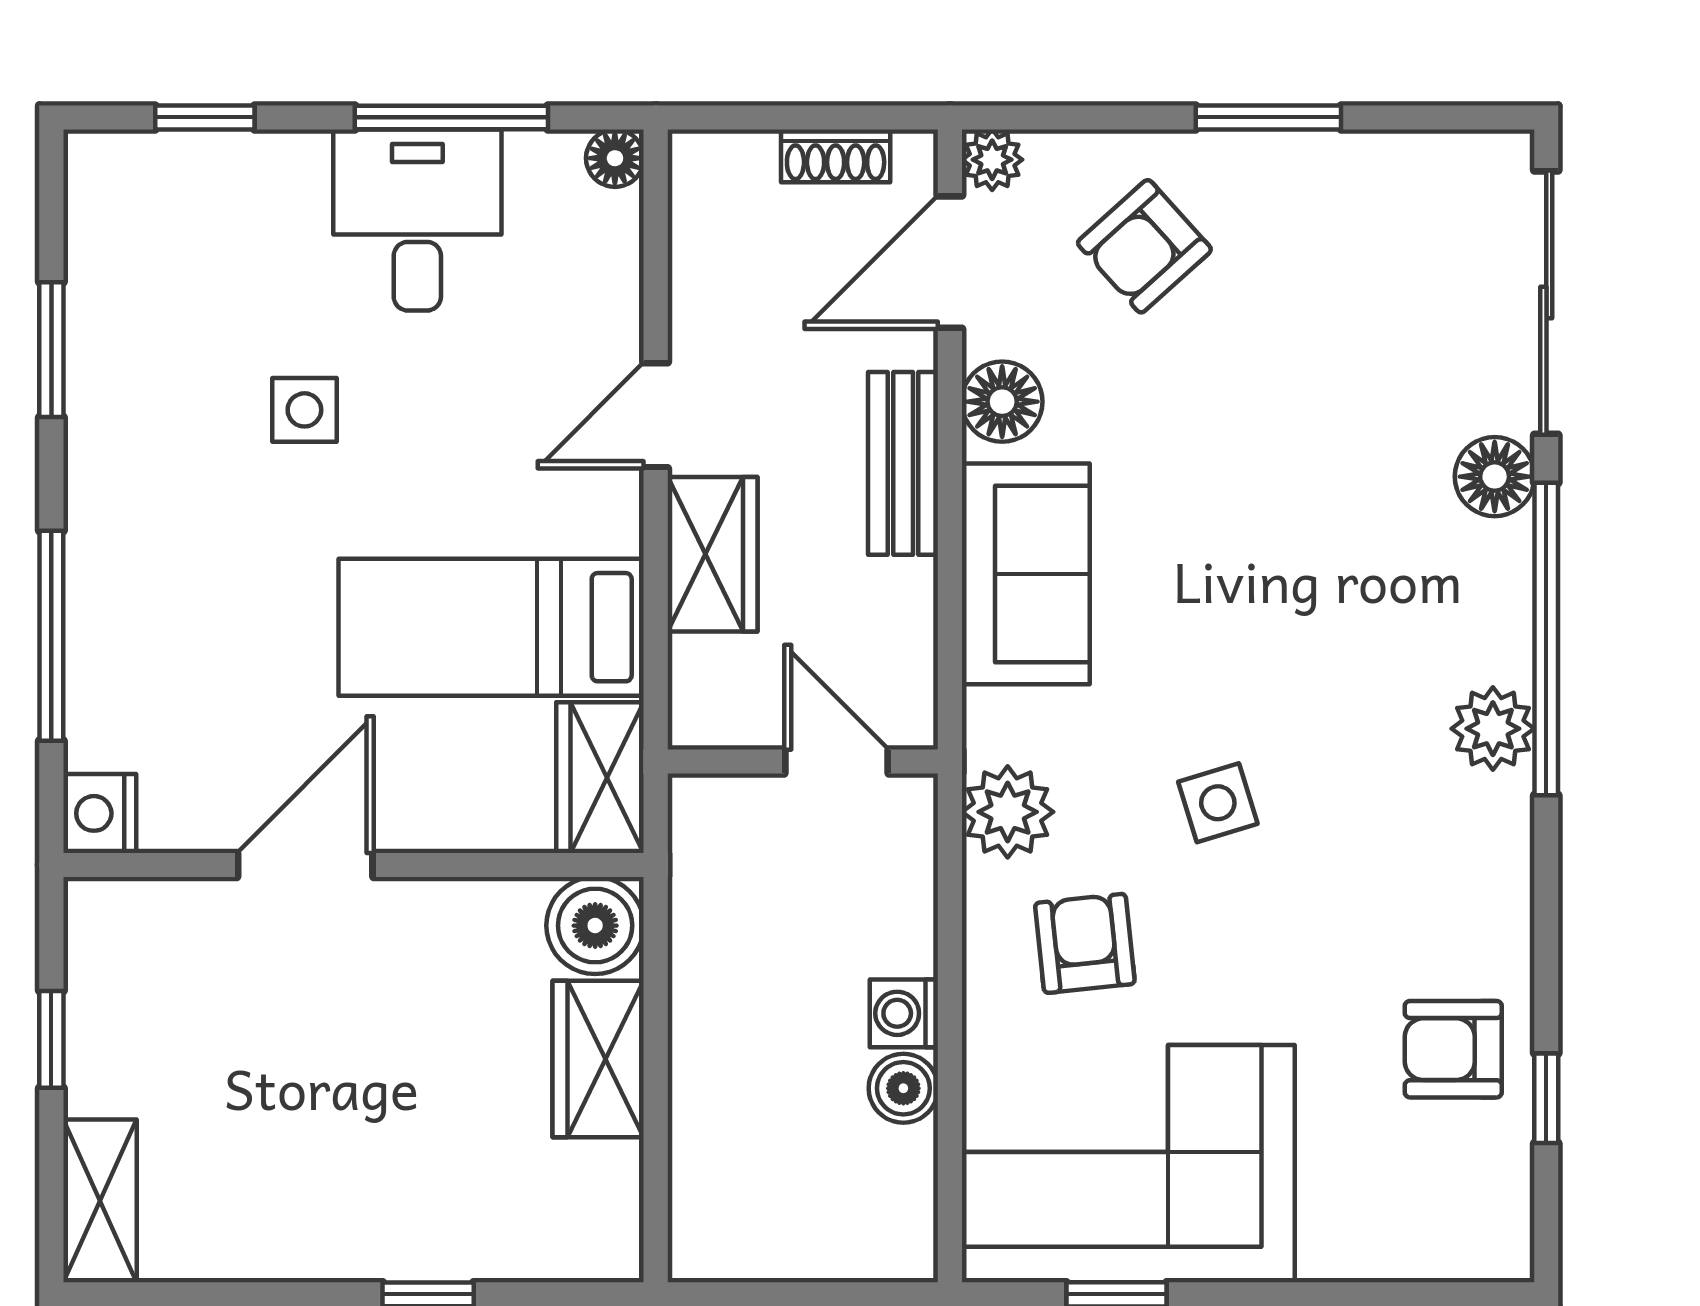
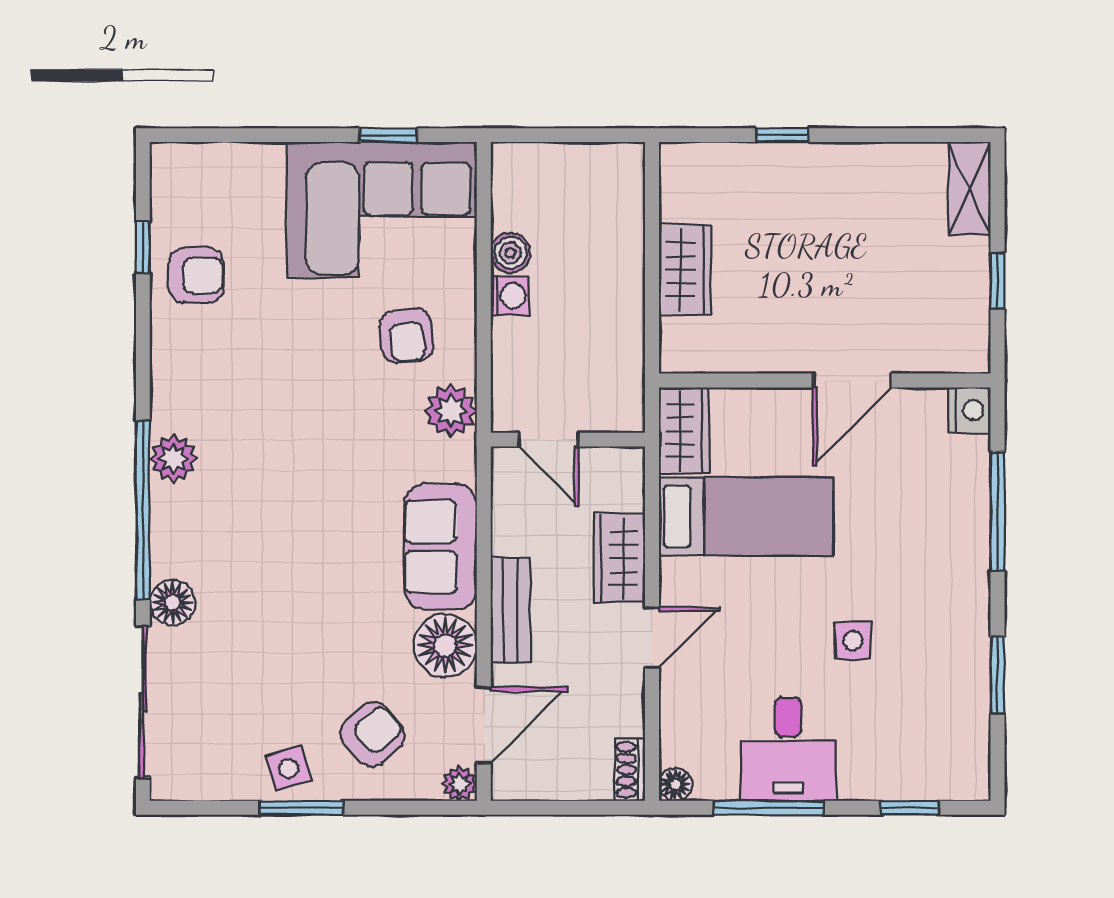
shoe rack: (836, 156) -> (630, 770), moved, turned -90
floor lamp: (1002, 402) -> (445, 645), width x1.38, depth x1.38
side table: (1218, 803) -> (288, 768), moved
boiler: (595, 926) -> (687, 346), removed

